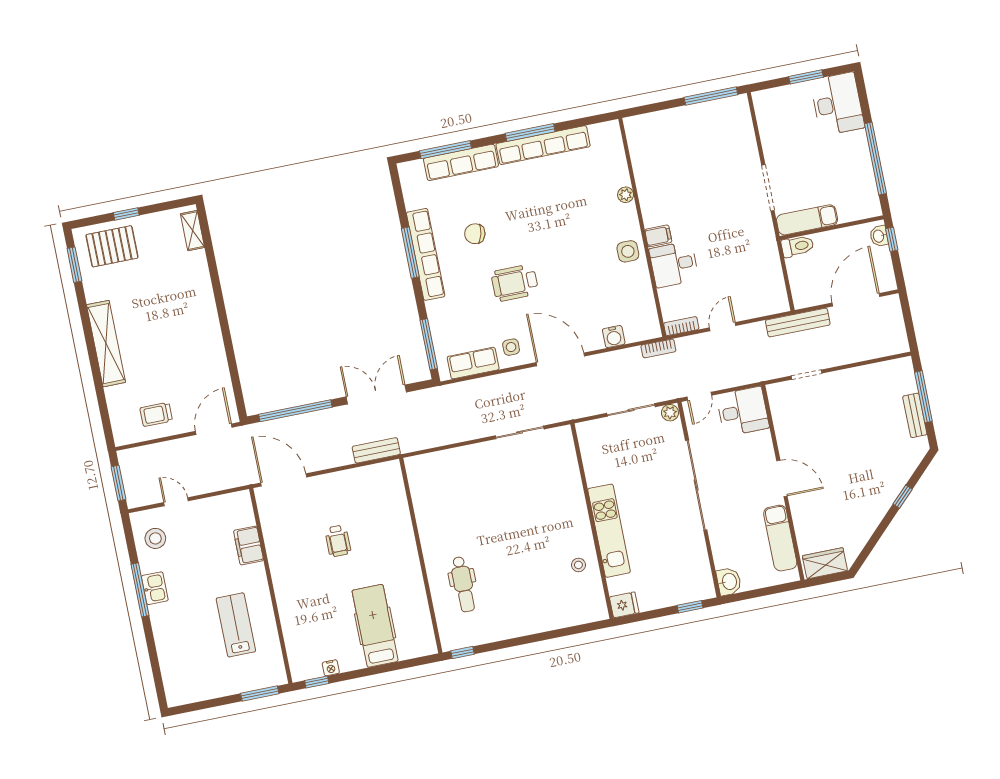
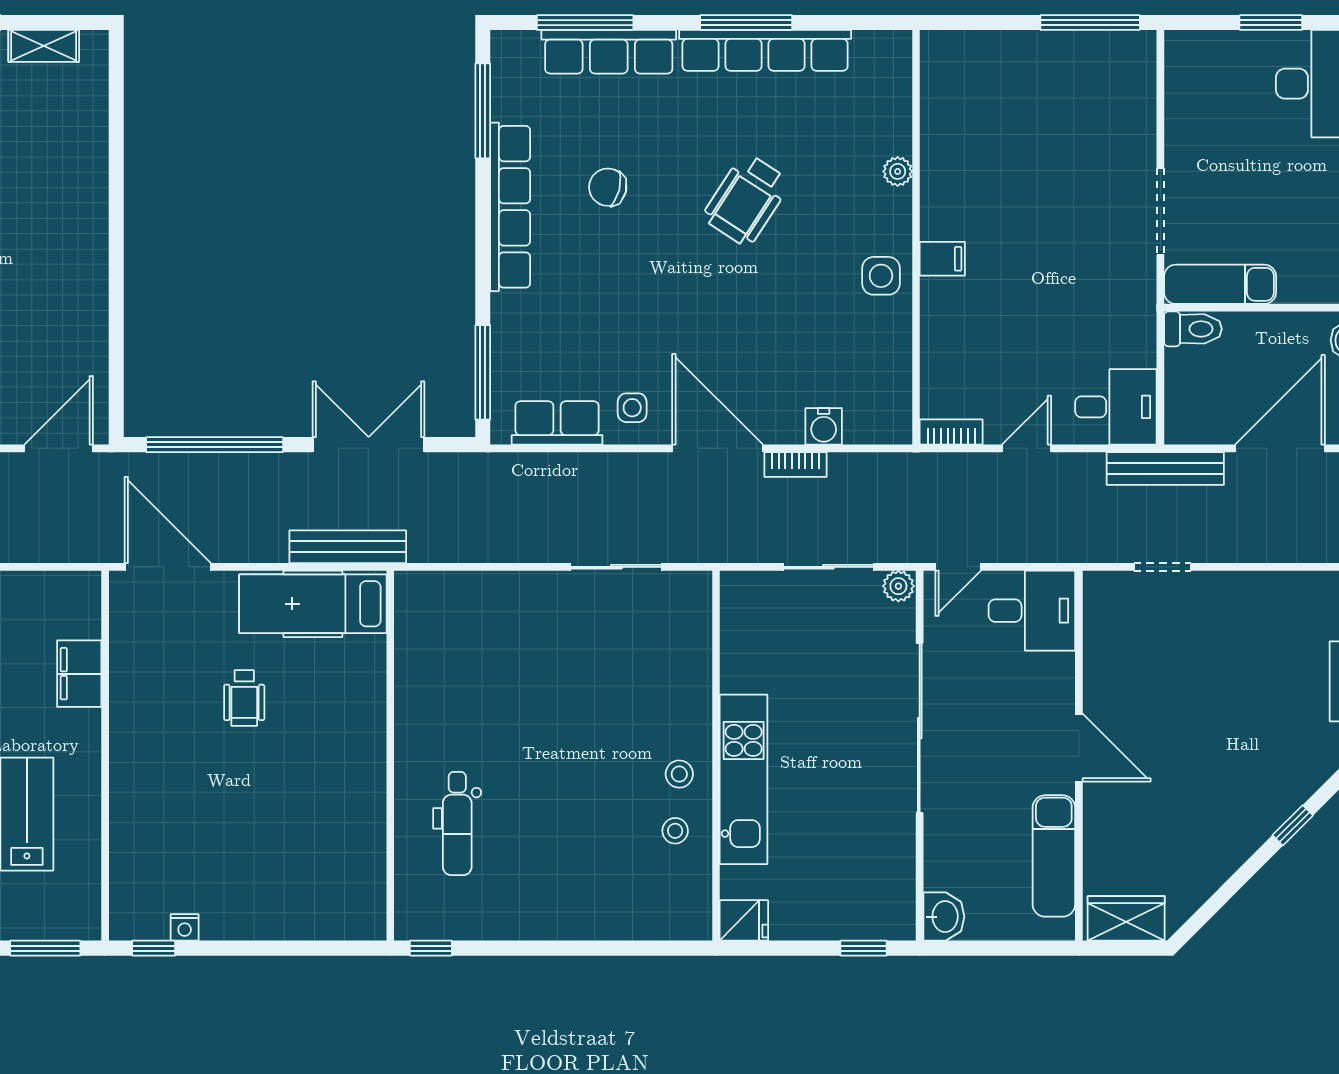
shelving: (193, 231) -> (44, 46), moved, turned 90
window: (410, 253) -> (483, 111), moved
desk: (674, 264) -> (1116, 407), moved, turned 180
wheelchair: (515, 283) -> (746, 200), moved, turned -57
bookcase: (658, 348) -> (795, 464), moved
bench: (376, 450) -> (348, 547), width x1.36
stool: (575, 535) -> (679, 774), added
hospital bed: (375, 626) -> (313, 604), moved, turned -90

